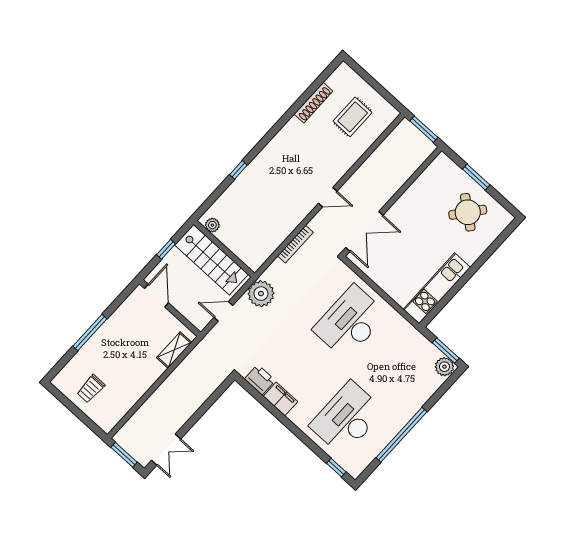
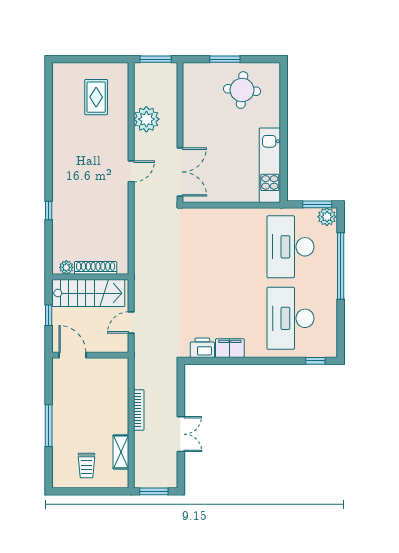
shoe rack: (313, 103) -> (96, 268), moved, turned -90
round table: (468, 212) -> (242, 90), turned -33
bookcase: (295, 244) -> (139, 410), moved
plant: (261, 294) -> (146, 119), moved
desk: (350, 322) -> (291, 247), moved
shelving: (174, 350) -> (121, 452), moved
window: (401, 435) -> (341, 266), moved
double door: (166, 450) -> (181, 434), moved

